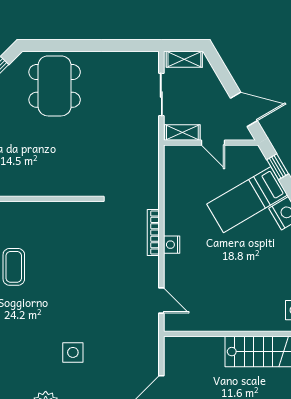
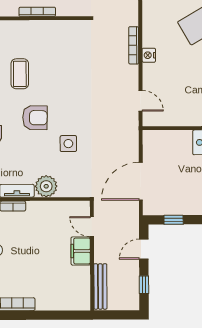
bookcase: (35, 191) -> (37, 12), added
armchair: (32, 321) -> (35, 118), added

